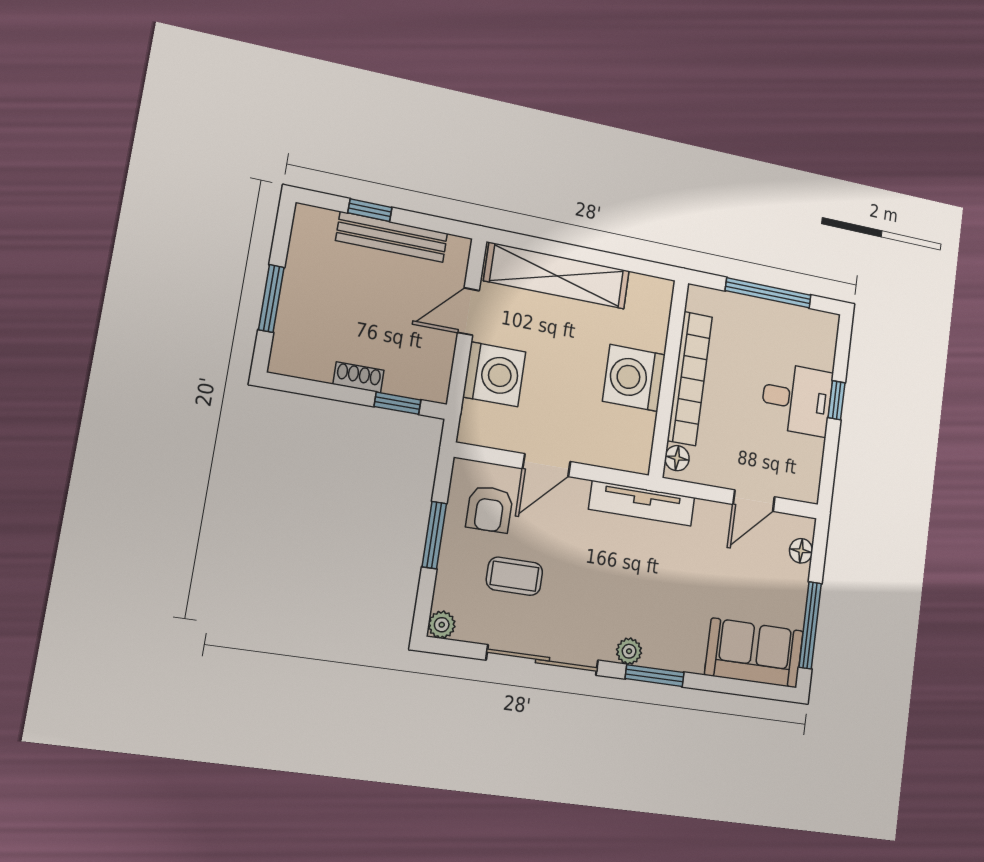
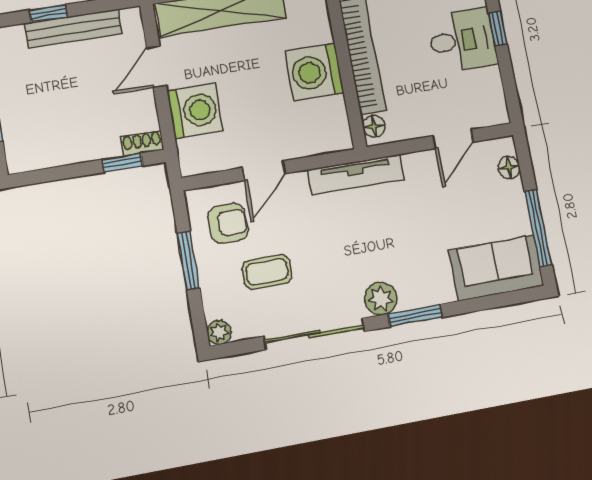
shoe rack: (358, 377) -> (142, 143), moved
armchair: (490, 509) -> (228, 223), turned -90
plant: (629, 651) -> (381, 299), width x1.38, depth x1.38

